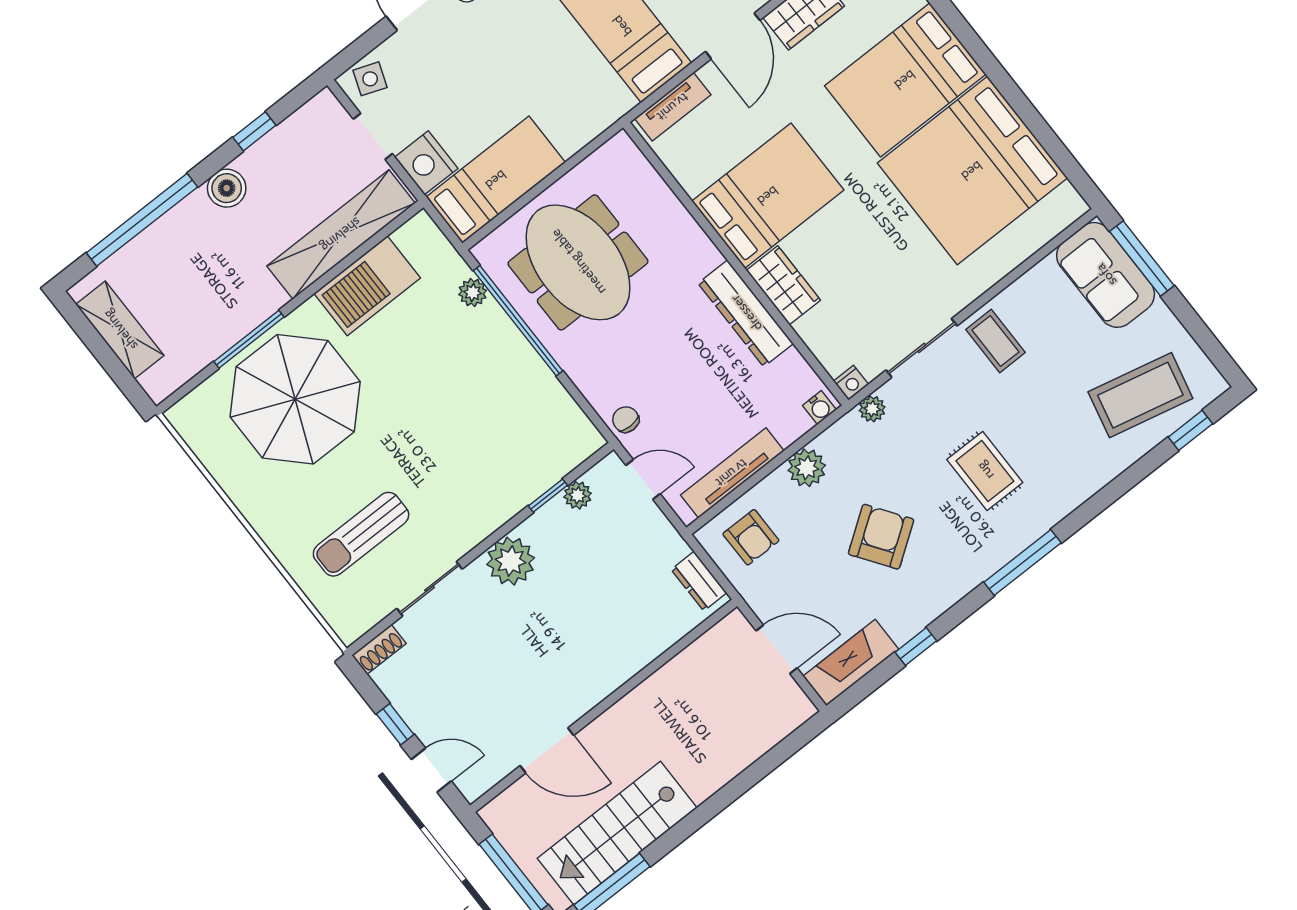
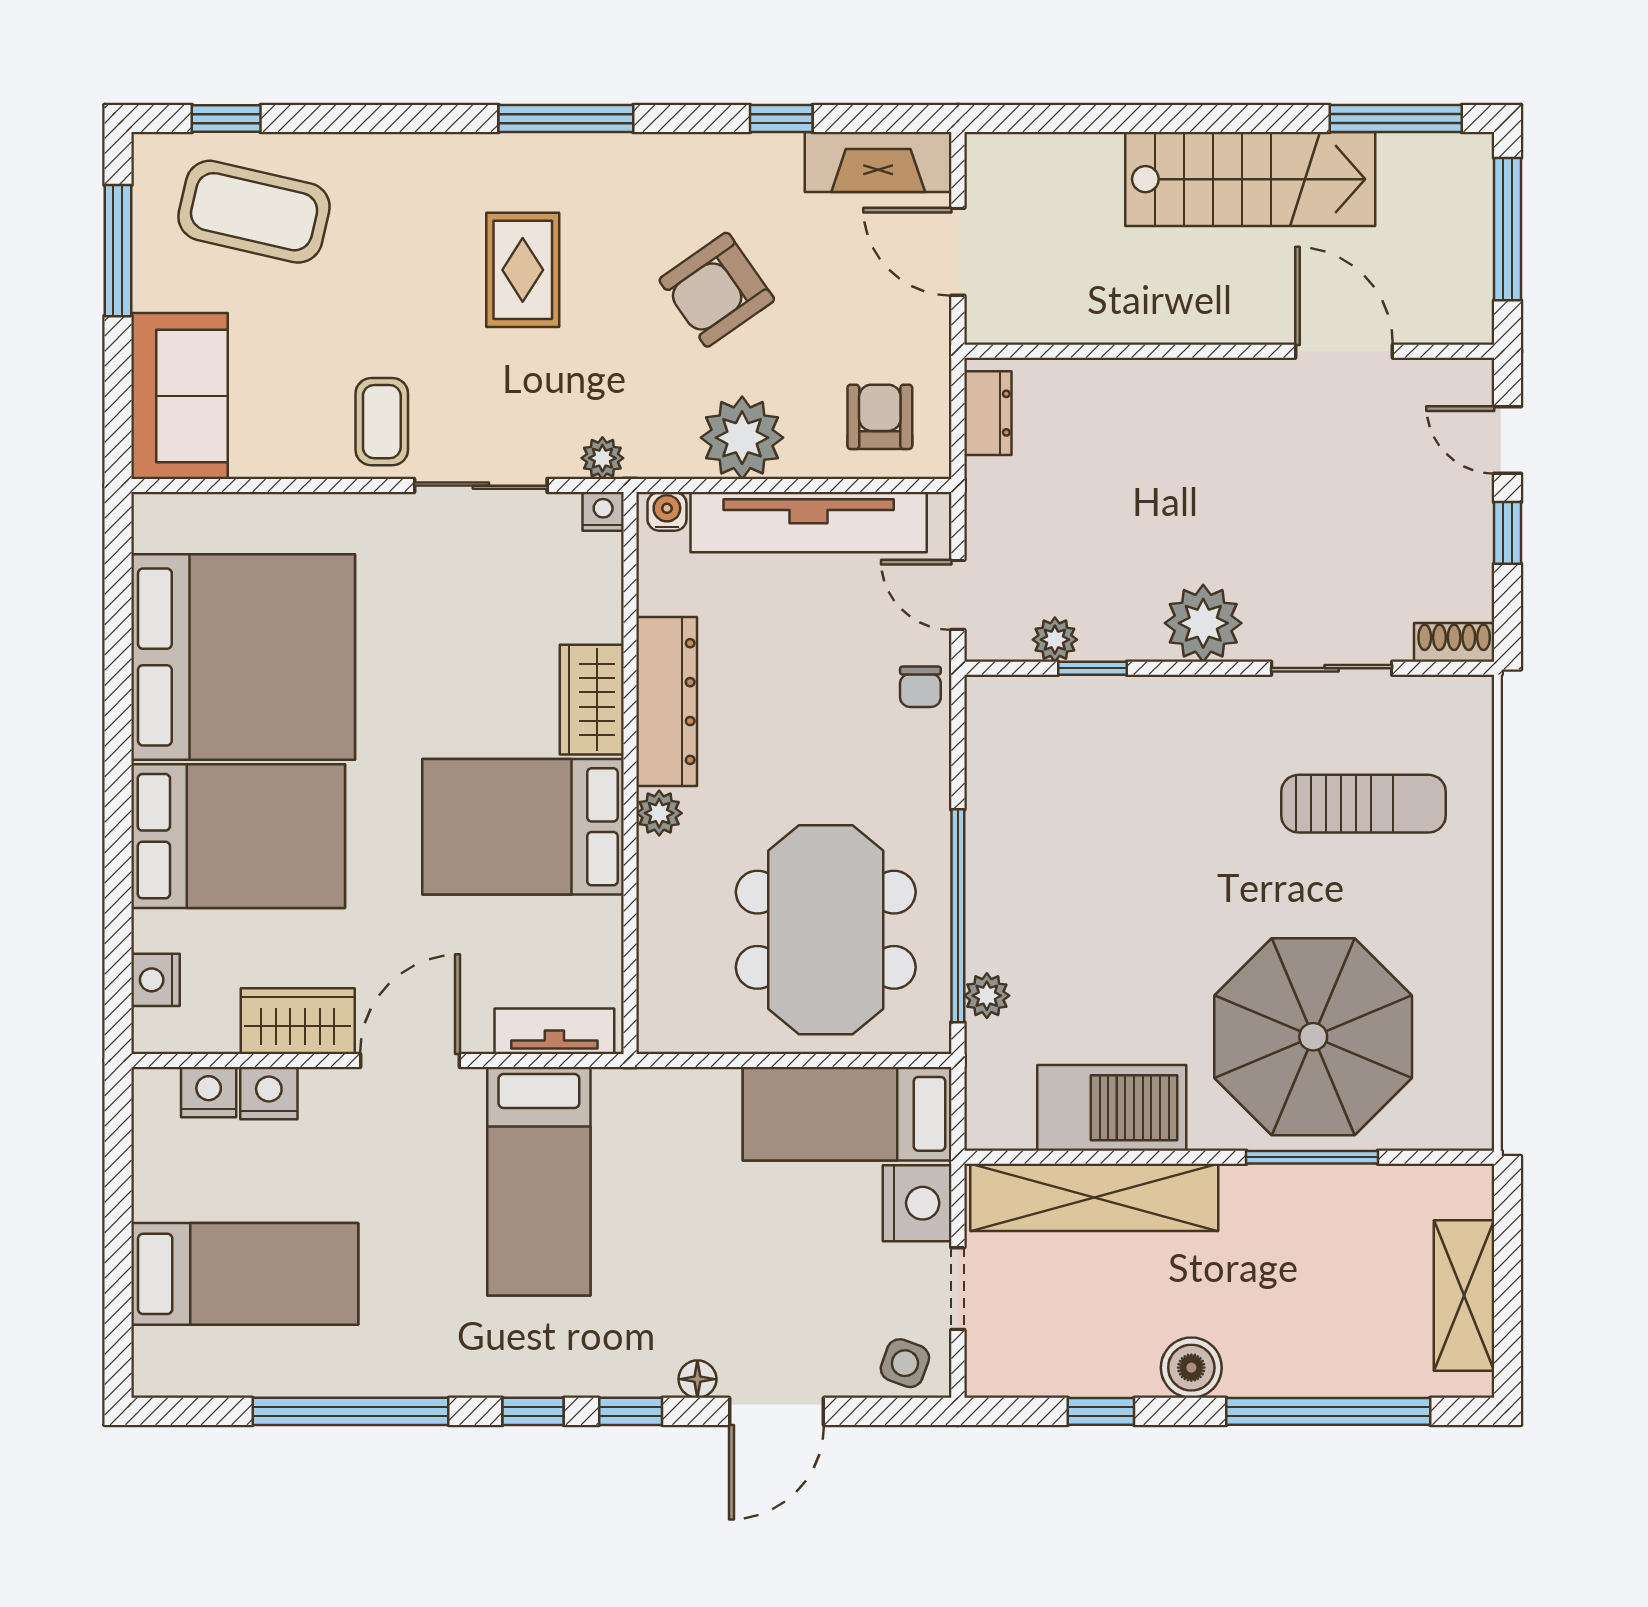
plant: (706, 255) -> (659, 813), added
window: (1142, 258) -> (118, 251), moved
plant: (807, 468) -> (742, 438), width x1.36, depth x1.36
tv unit: (732, 473) -> (809, 522), width x1.36, depth x1.29
stairs: (617, 833) -> (1250, 179), moved

